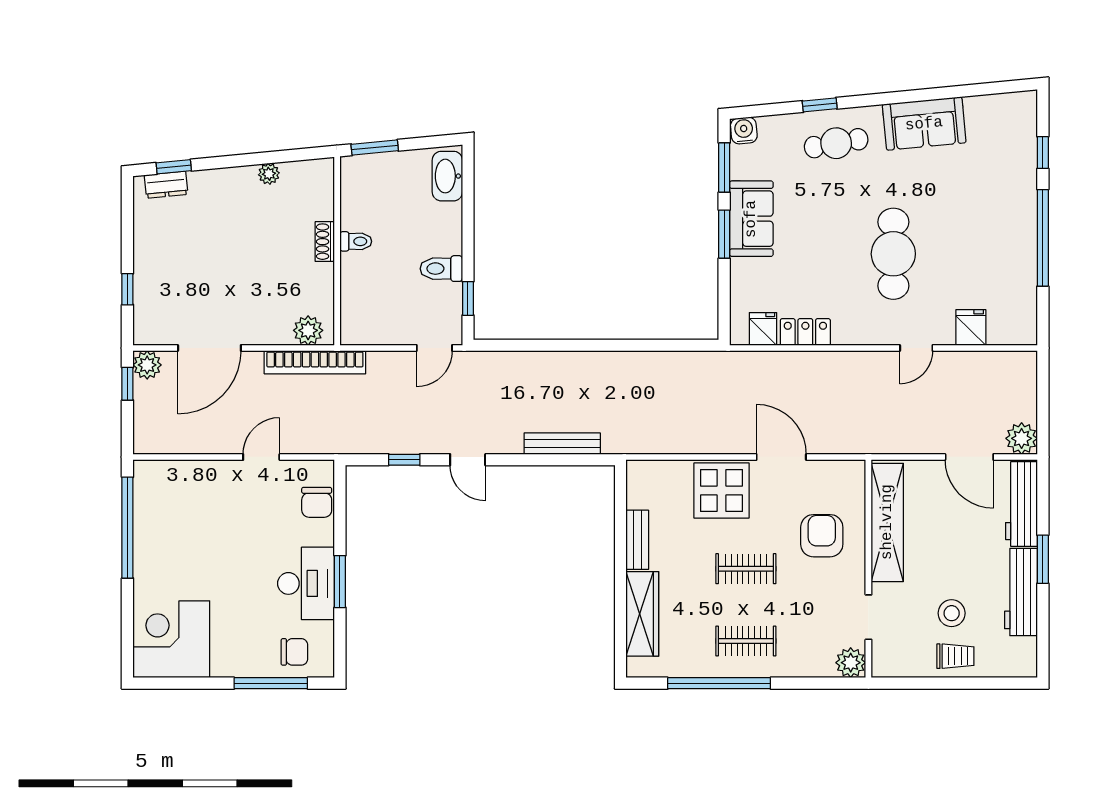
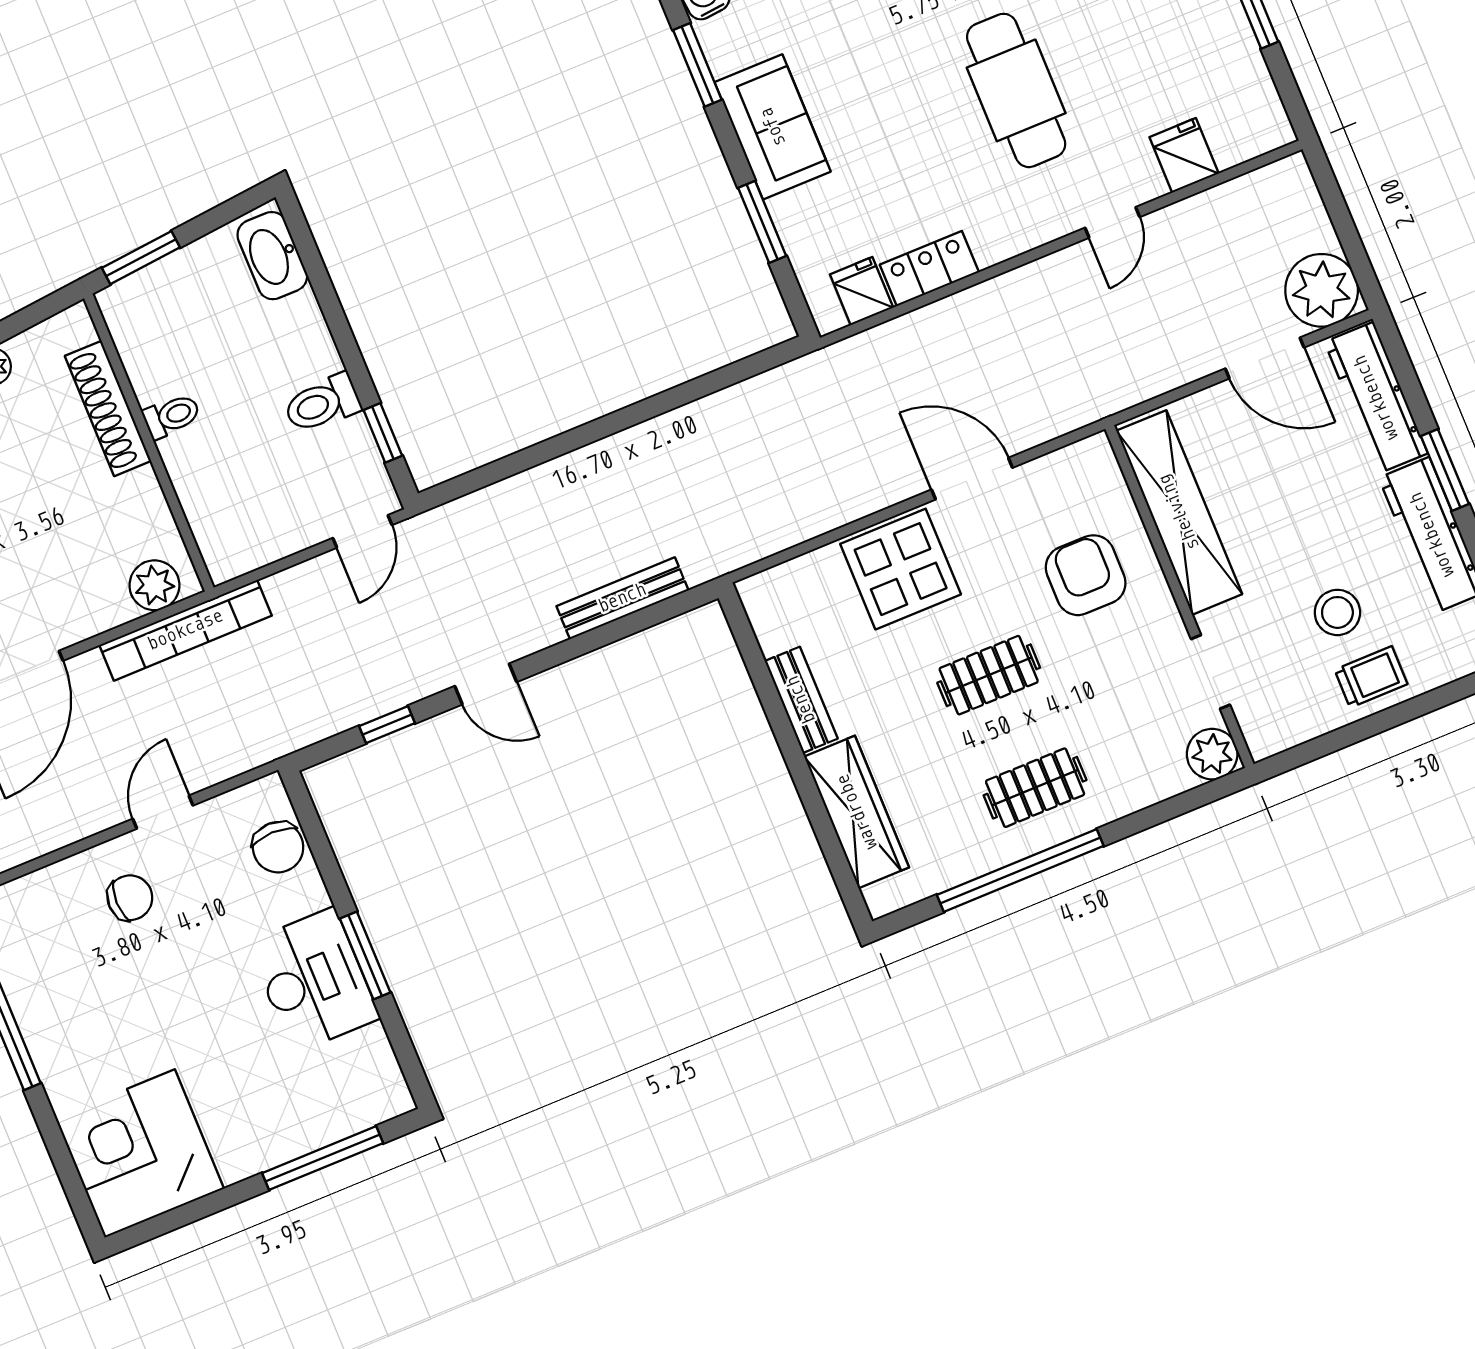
window: (724, 234) -> (762, 222), moved
shoe rack: (325, 242) -> (108, 408), width x1.94, depth x1.24
plant: (1022, 438) -> (1322, 290), width x1.36, depth x1.36
chair: (294, 652) -> (130, 898), moved

